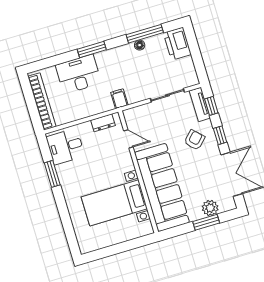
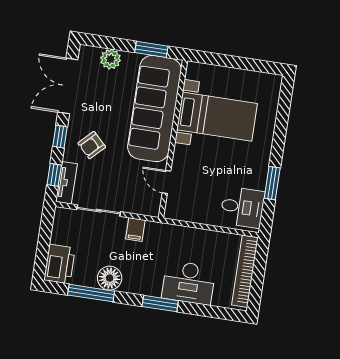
floor lamp: (140, 45) -> (110, 278), width x1.89, depth x1.89
filing cabinet: (119, 99) -> (135, 230), moved
dresser: (103, 123) -> (187, 214), removed
window: (206, 222) -> (151, 49), moved

